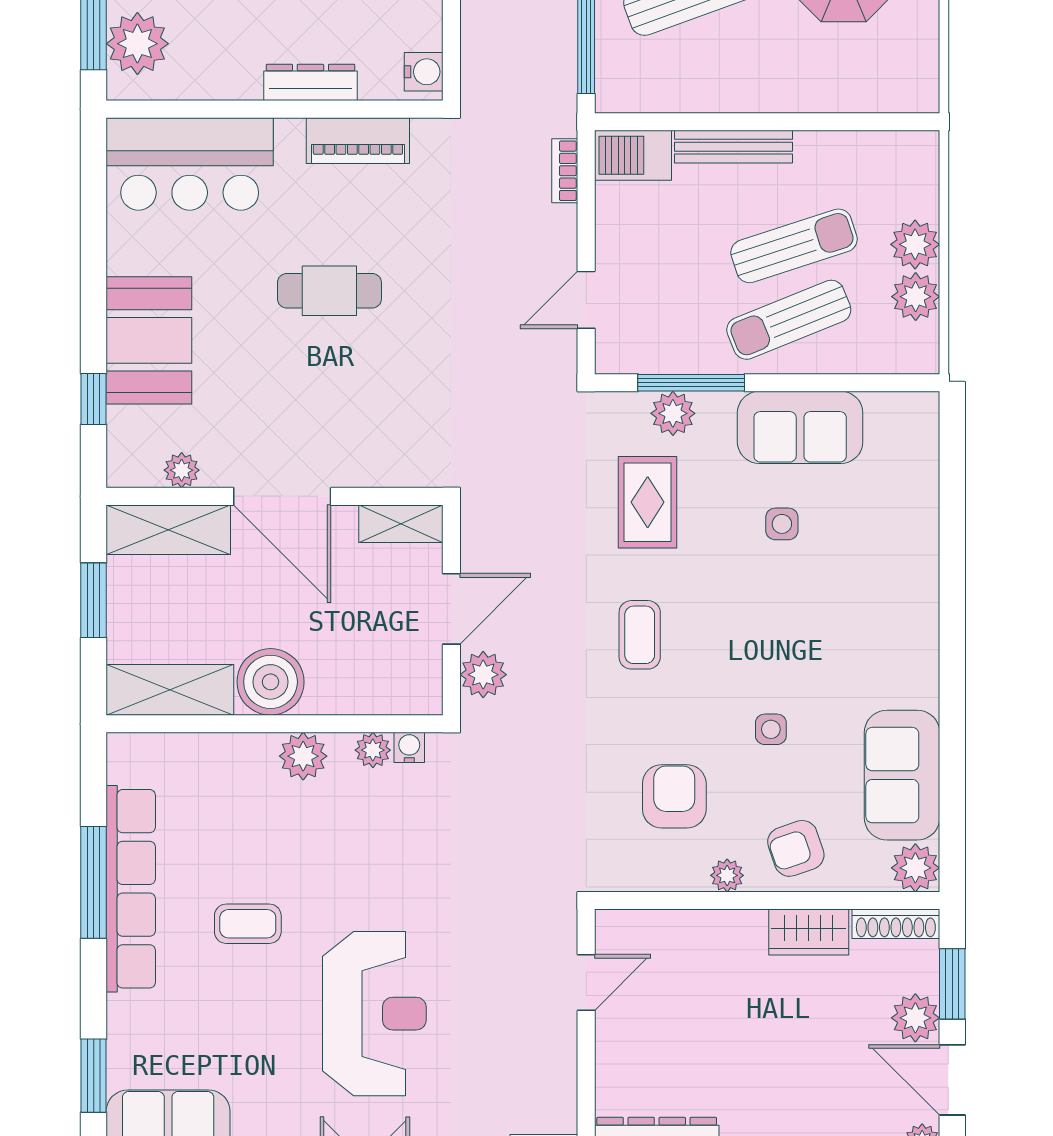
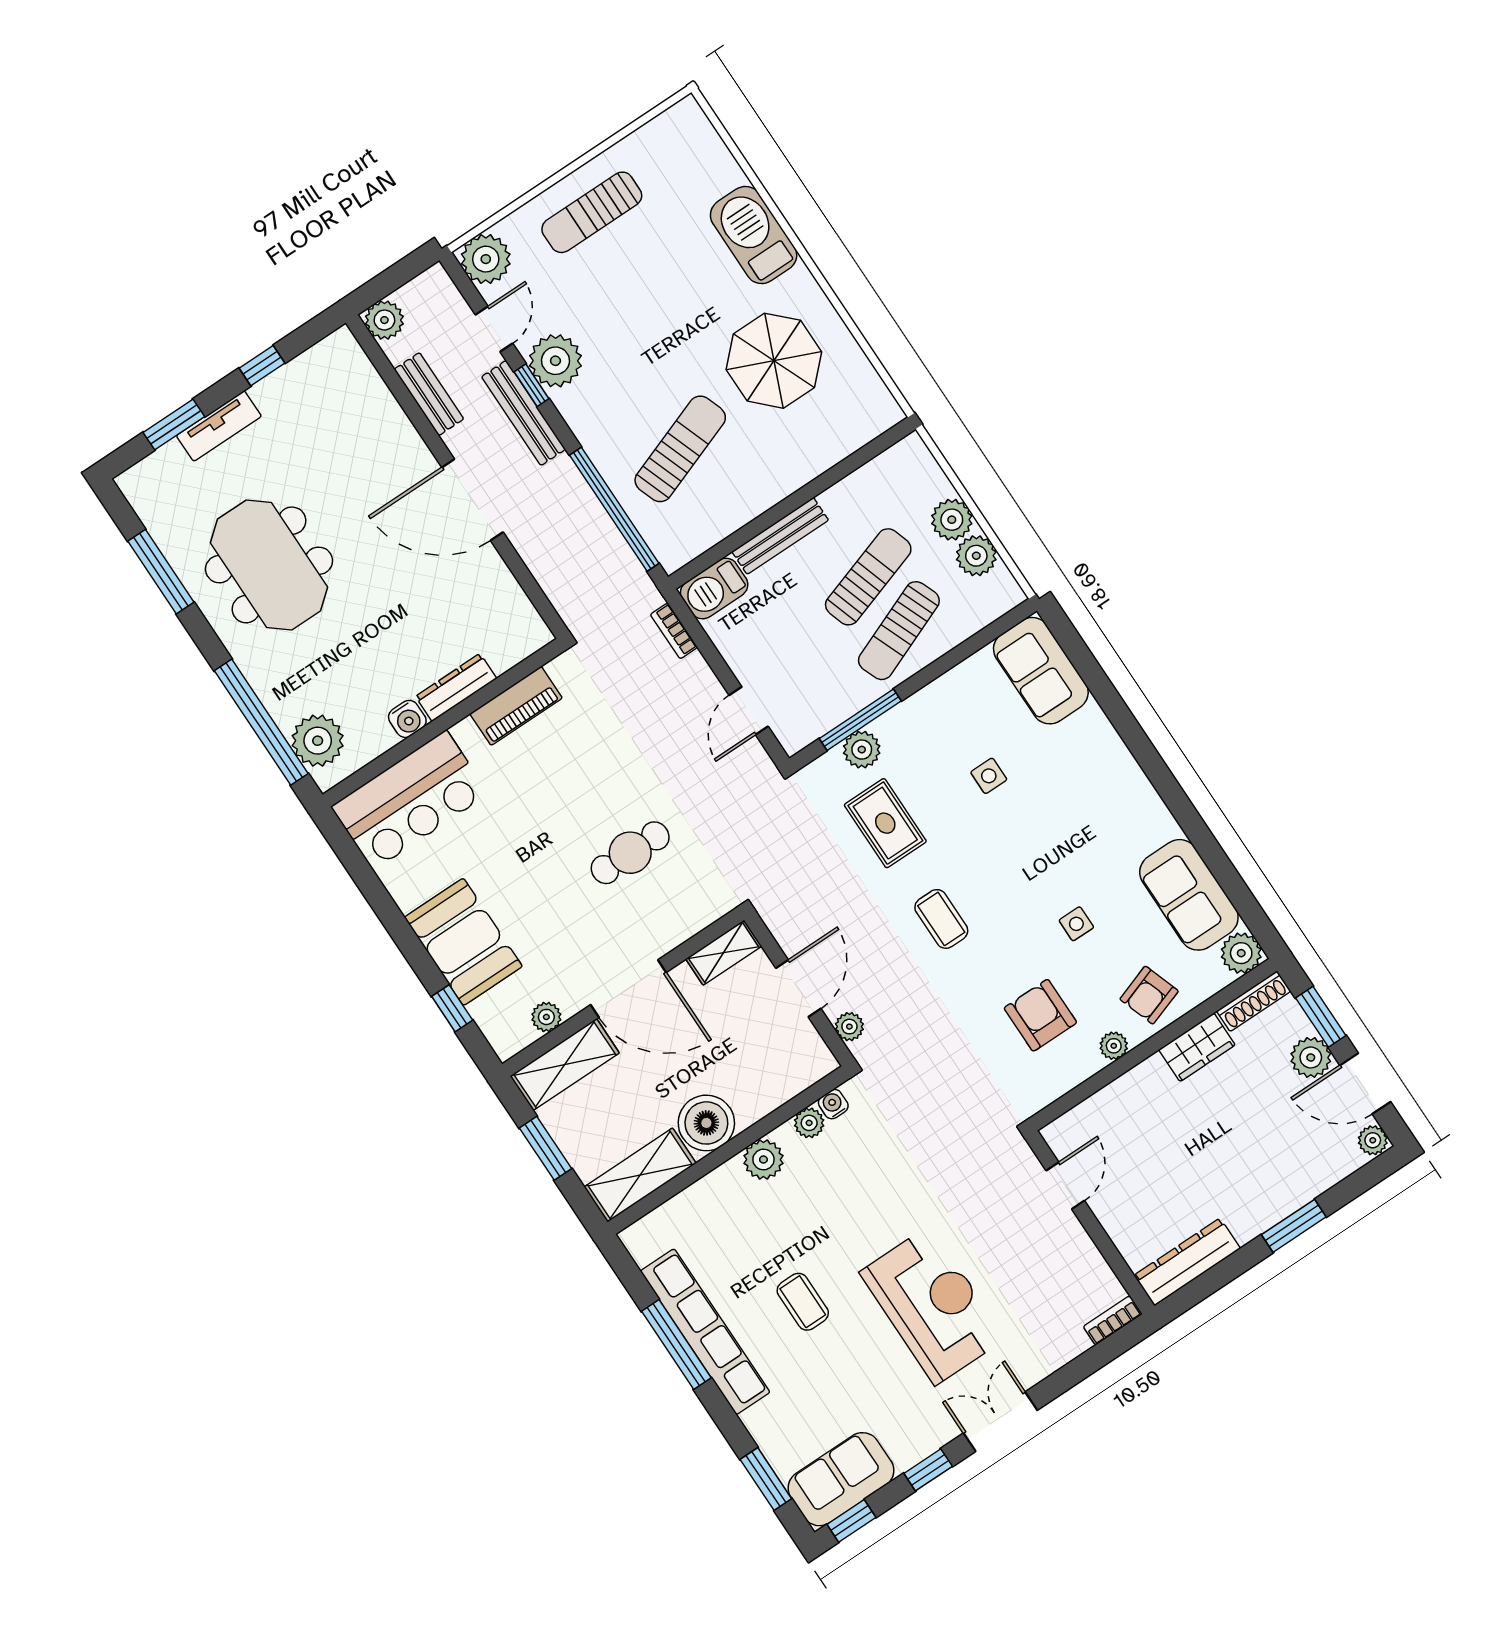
water cooler: (424, 72) -> (407, 719), moved, turned 90
cafe table: (329, 291) -> (630, 853), moved
sofa: (800, 427) -> (1041, 671), moved, turned 90
plant: (483, 675) -> (849, 1027), width x0.73, depth x0.73
coffee table: (248, 924) -> (803, 1302), turned 90

